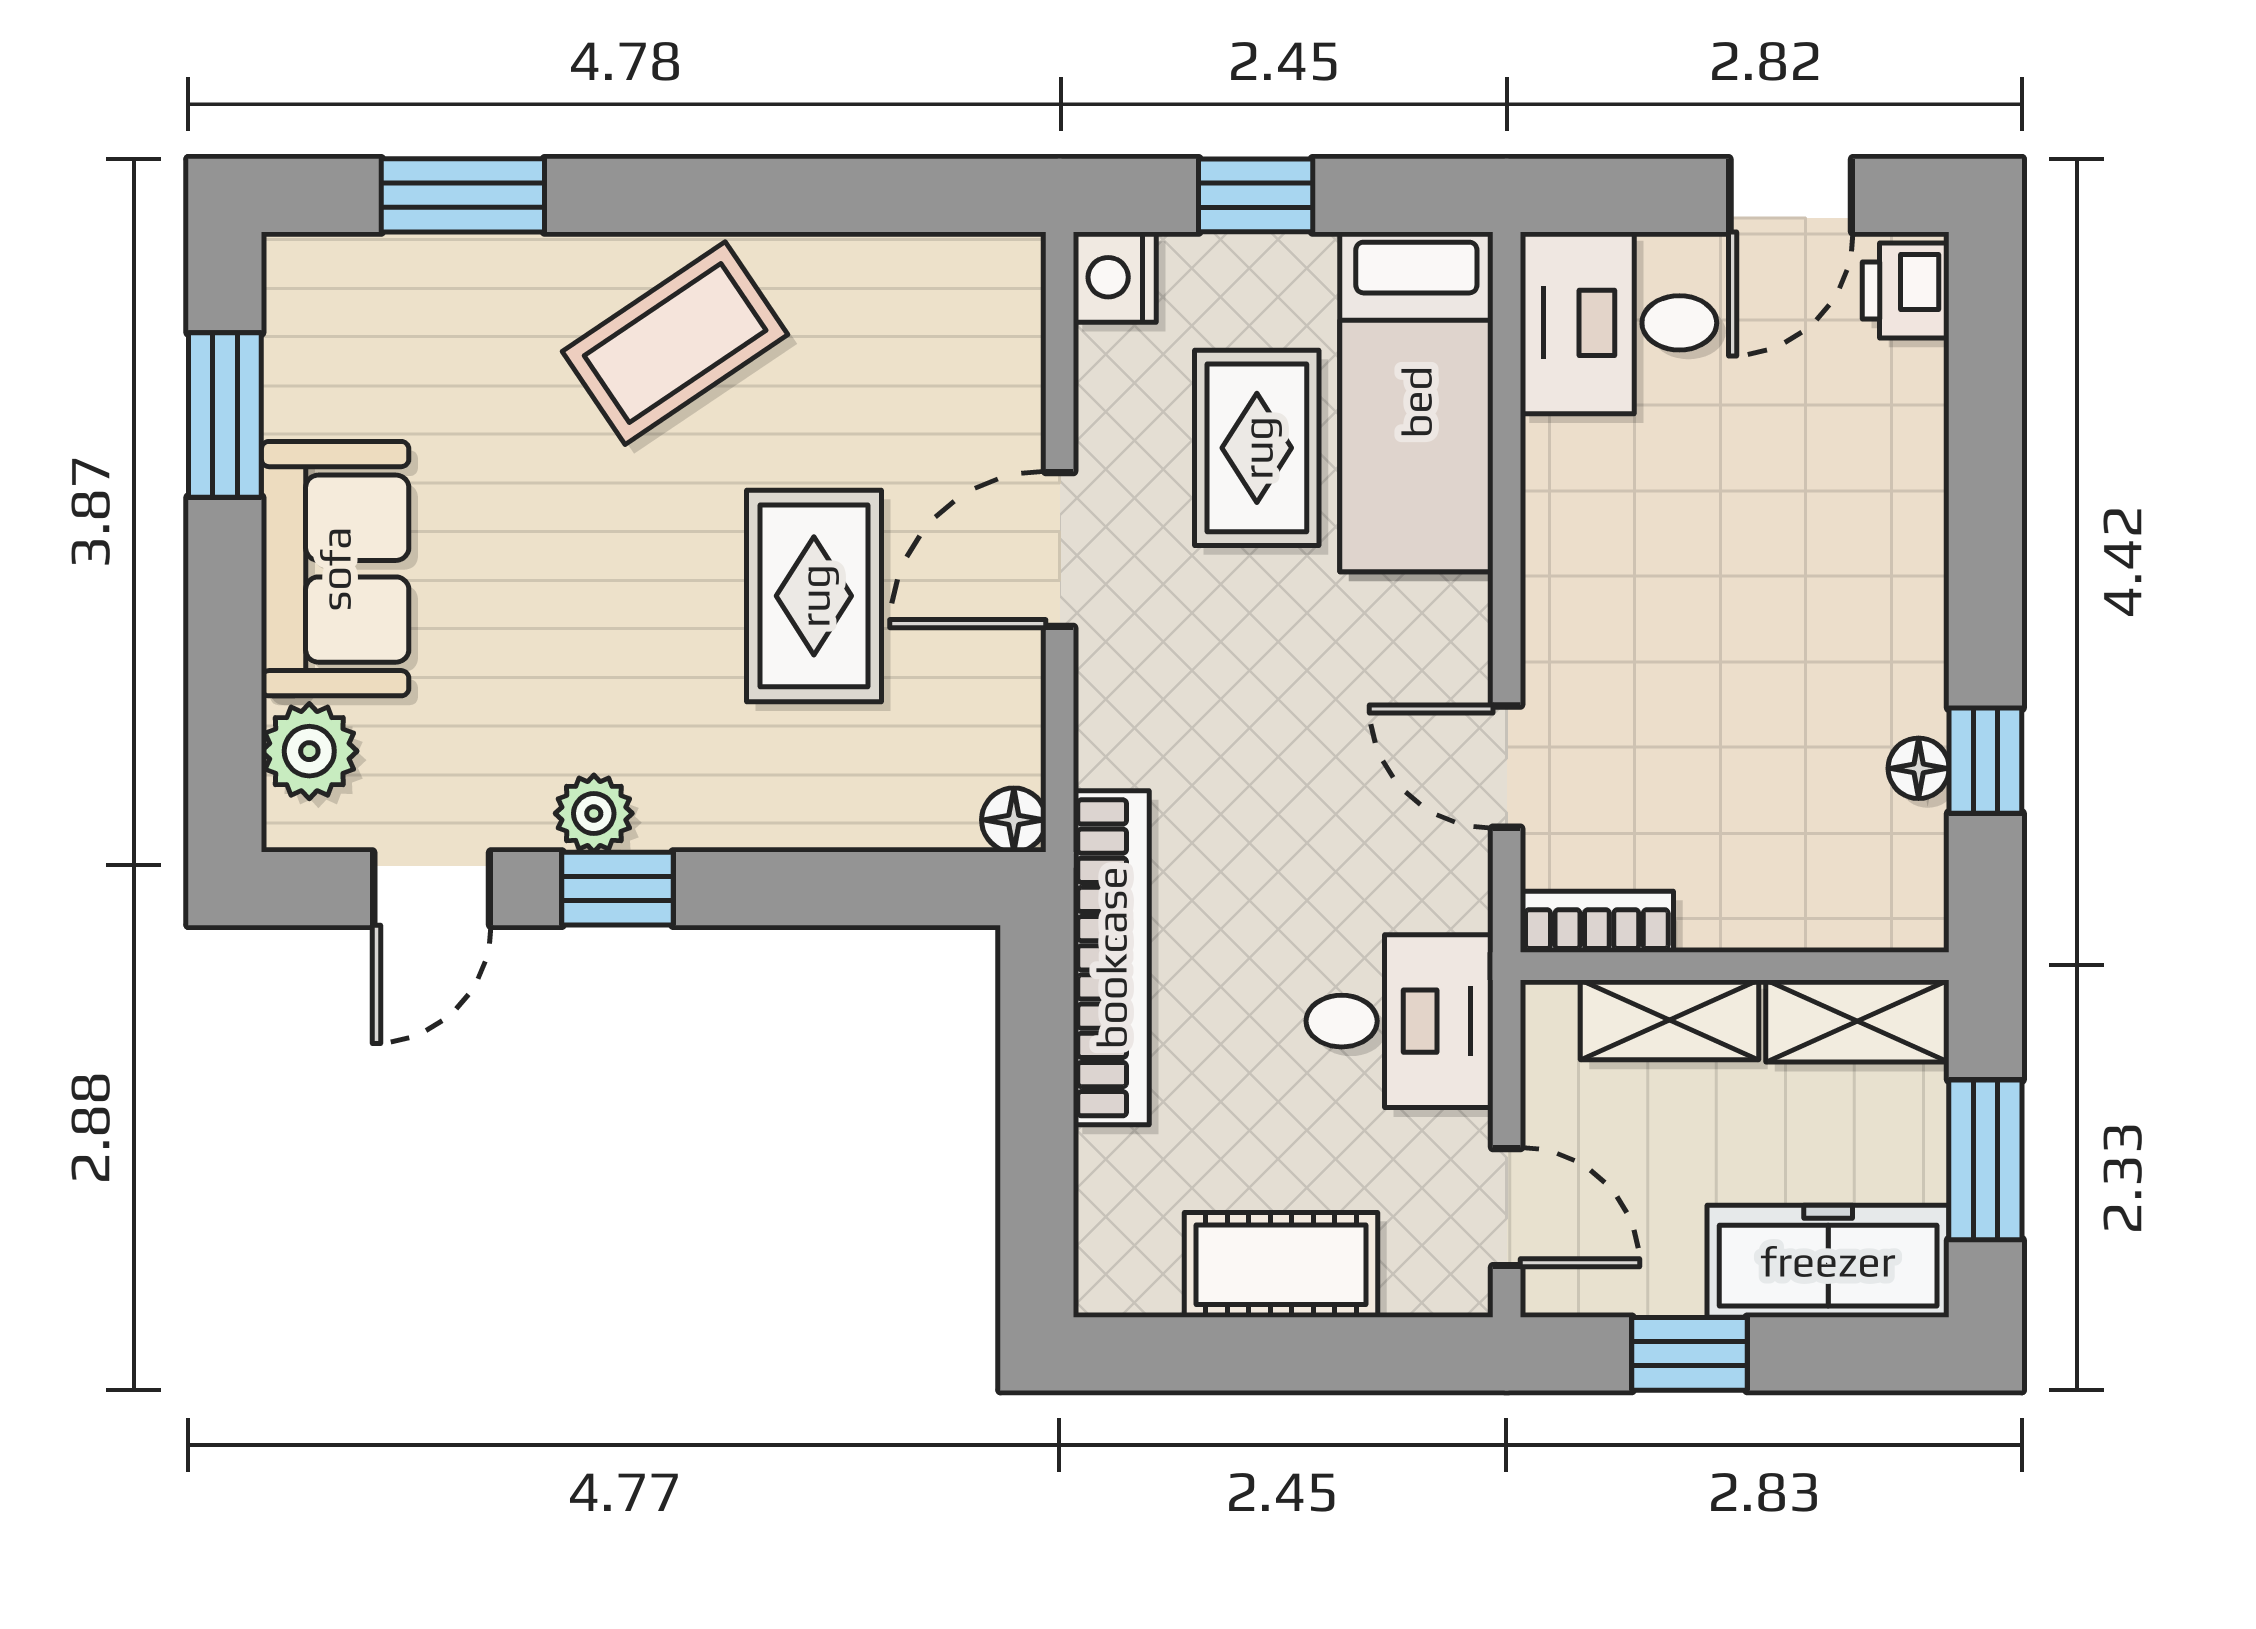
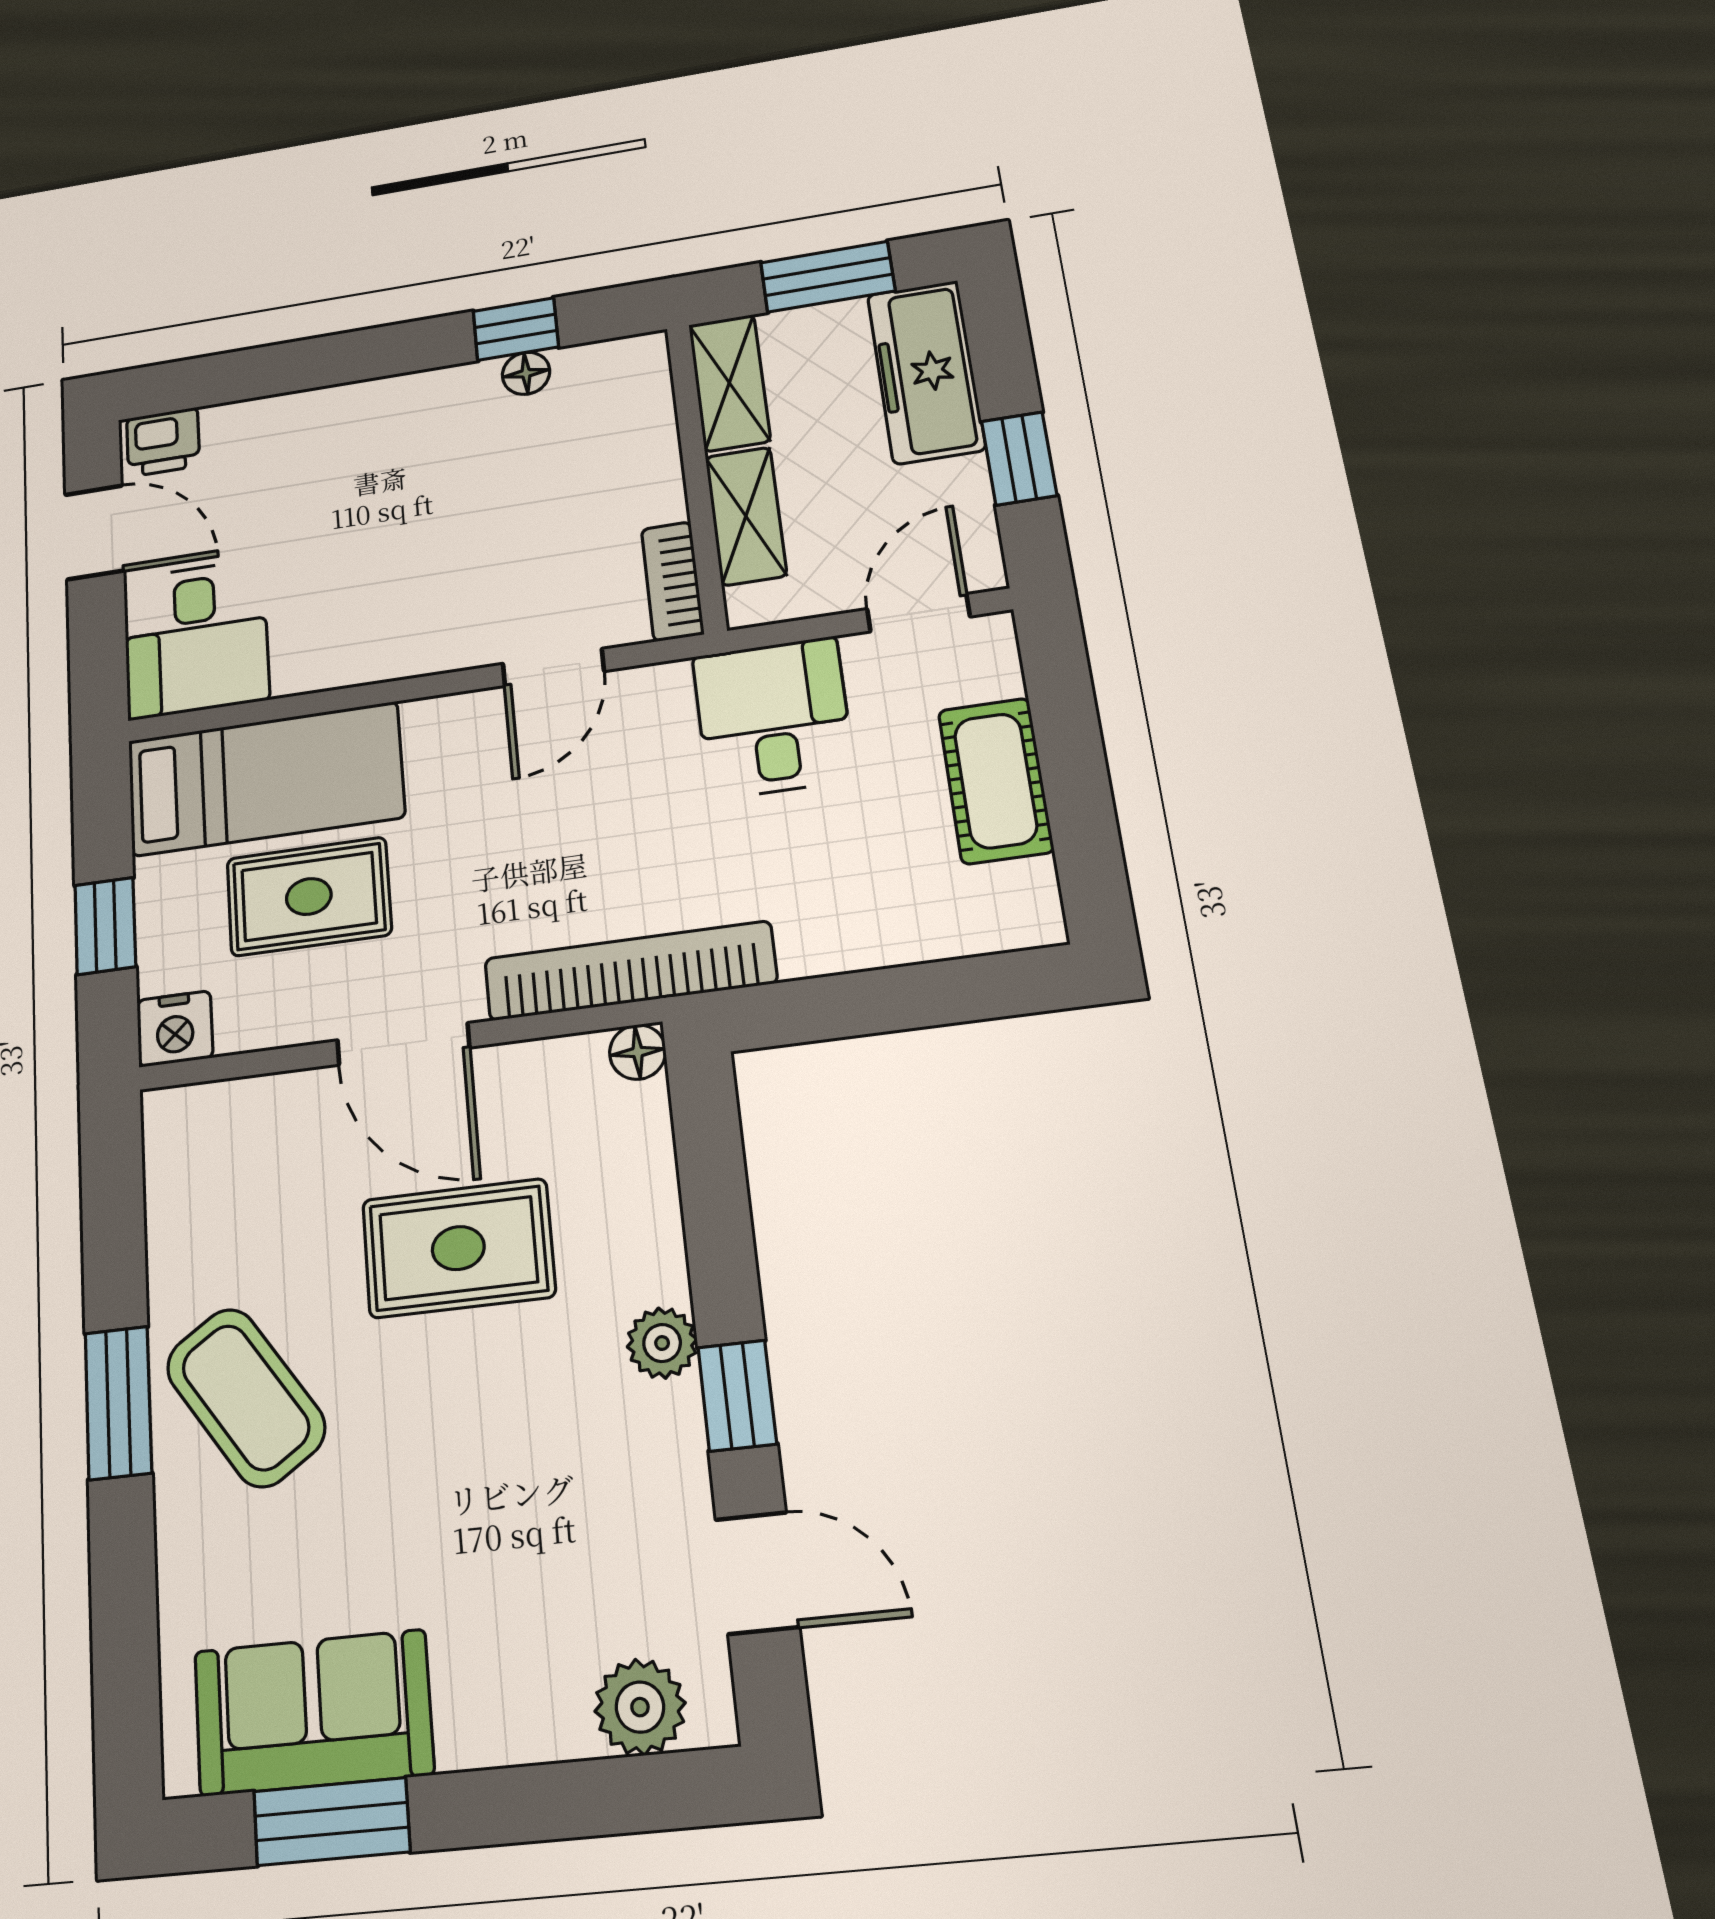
window: (463, 195) -> (118, 1403), moved
sofa: (335, 569) -> (313, 1713), moved
plant: (594, 813) -> (662, 1343), moved
bookcase: (1111, 958) -> (630, 971), moved

